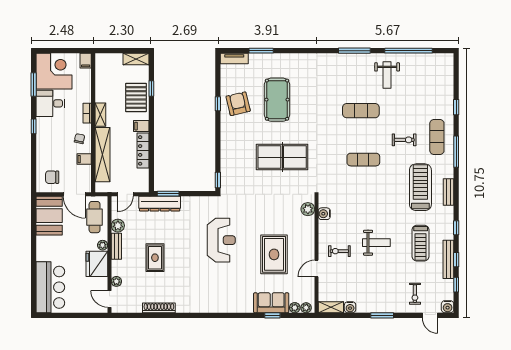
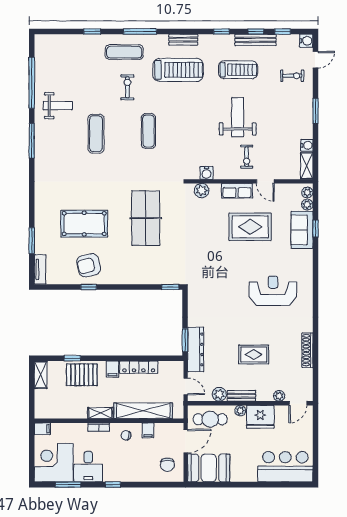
treadmill: (420, 187) -> (178, 70), turned 180
reception desk: (221, 240) -> (273, 291), moved
row of seats: (308, 242) -> (237, 191), added
weight bench: (376, 243) -> (238, 117), width x1.36, depth x1.33

